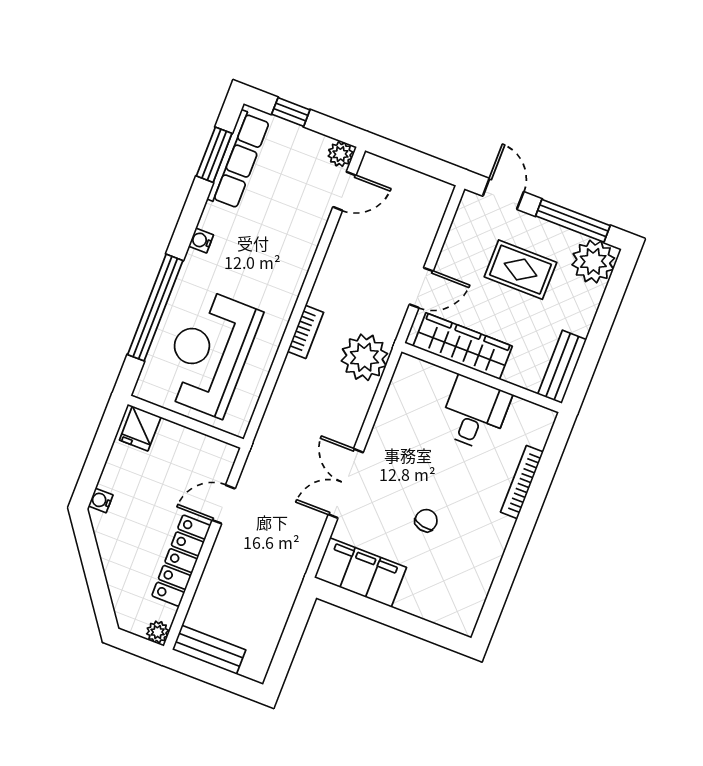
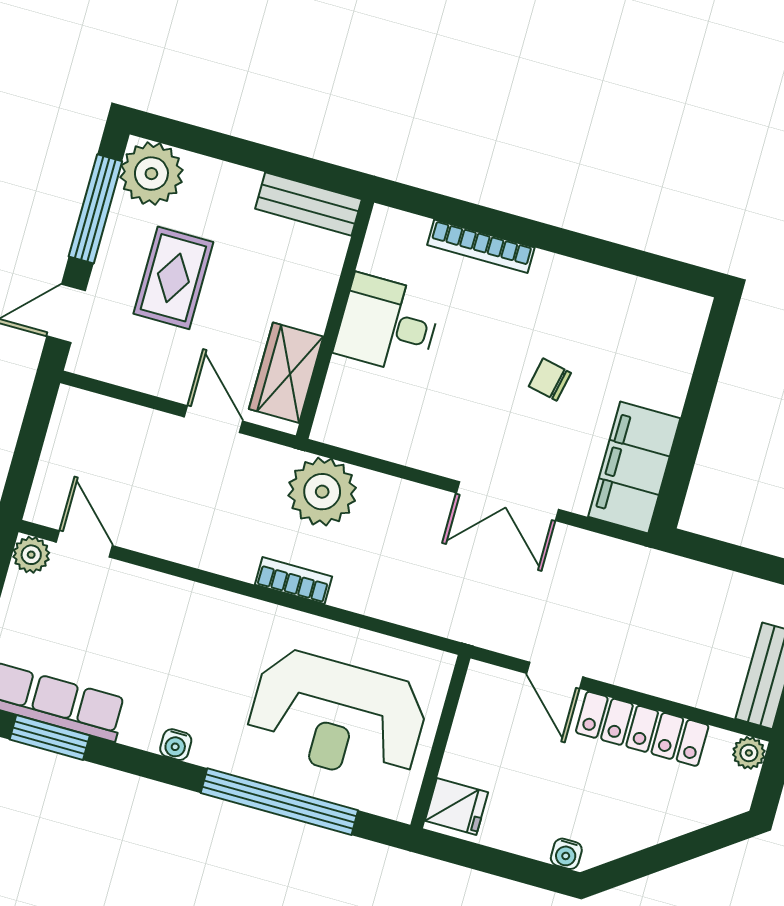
wardrobe: (463, 346) -> (286, 373), width x0.67

